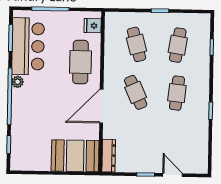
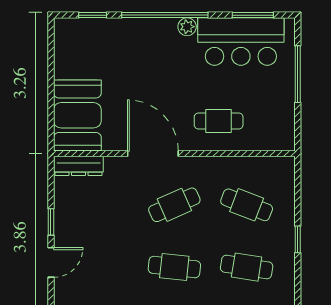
fridge: (93, 26) -> (274, 138), removed
cafe table: (136, 44) -> (247, 205), turned 36
cafe table: (80, 62) -> (219, 121), width x0.73, depth x0.74

